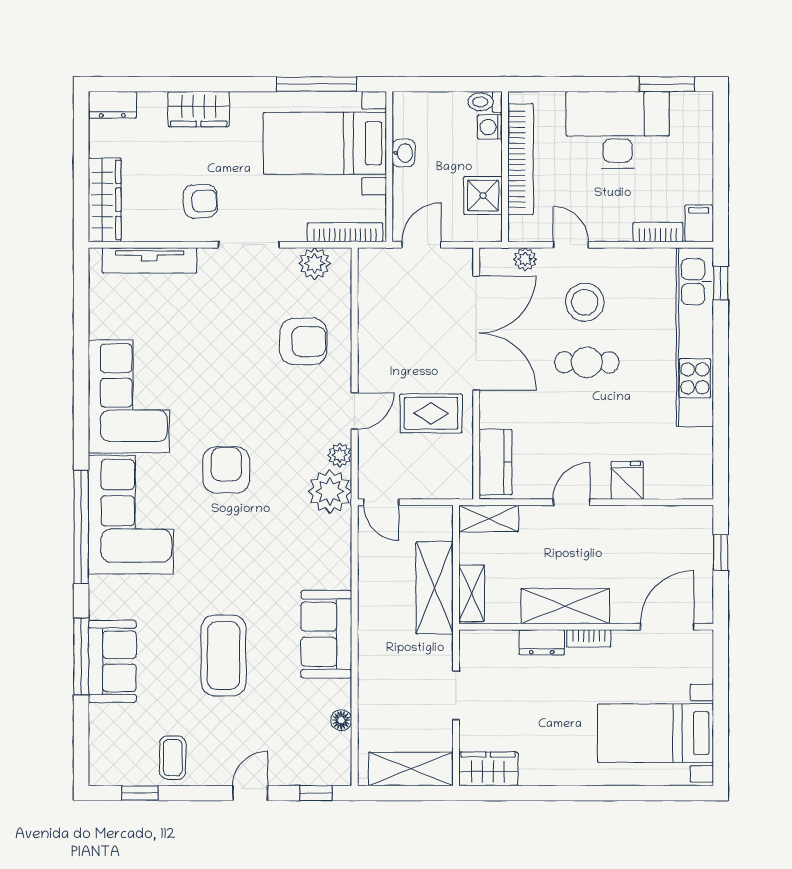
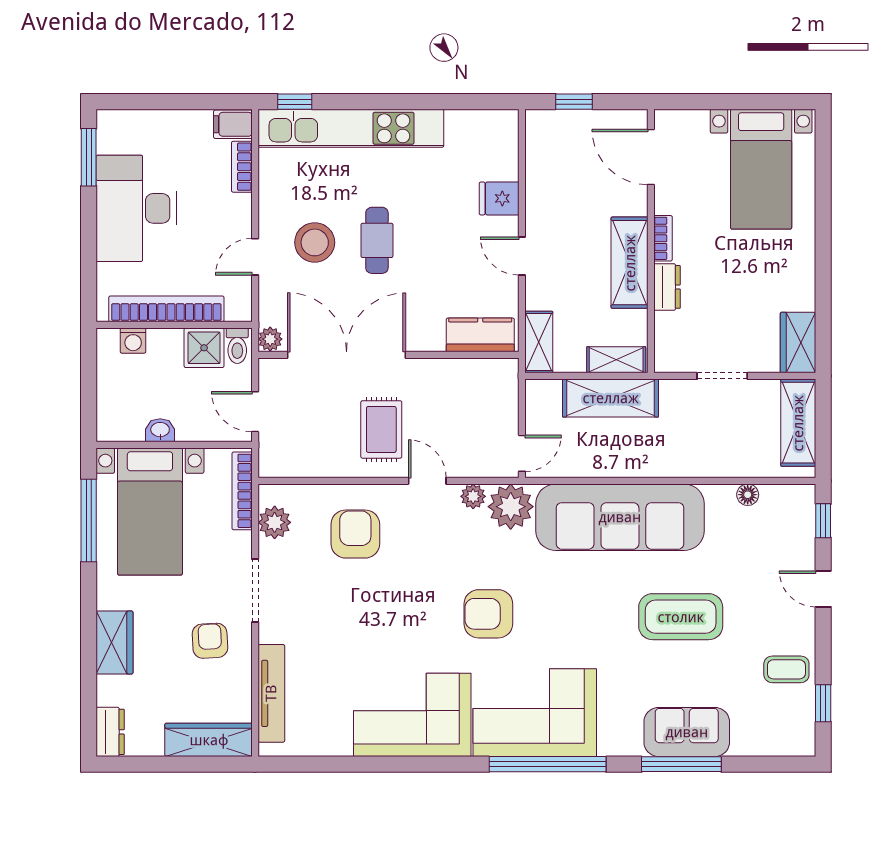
toilet: (485, 102) -> (237, 346), moved
plant: (525, 259) -> (270, 339), moved
rug: (431, 413) -> (381, 429), moved
sofa: (326, 634) -> (620, 517), width x1.85, depth x1.27

